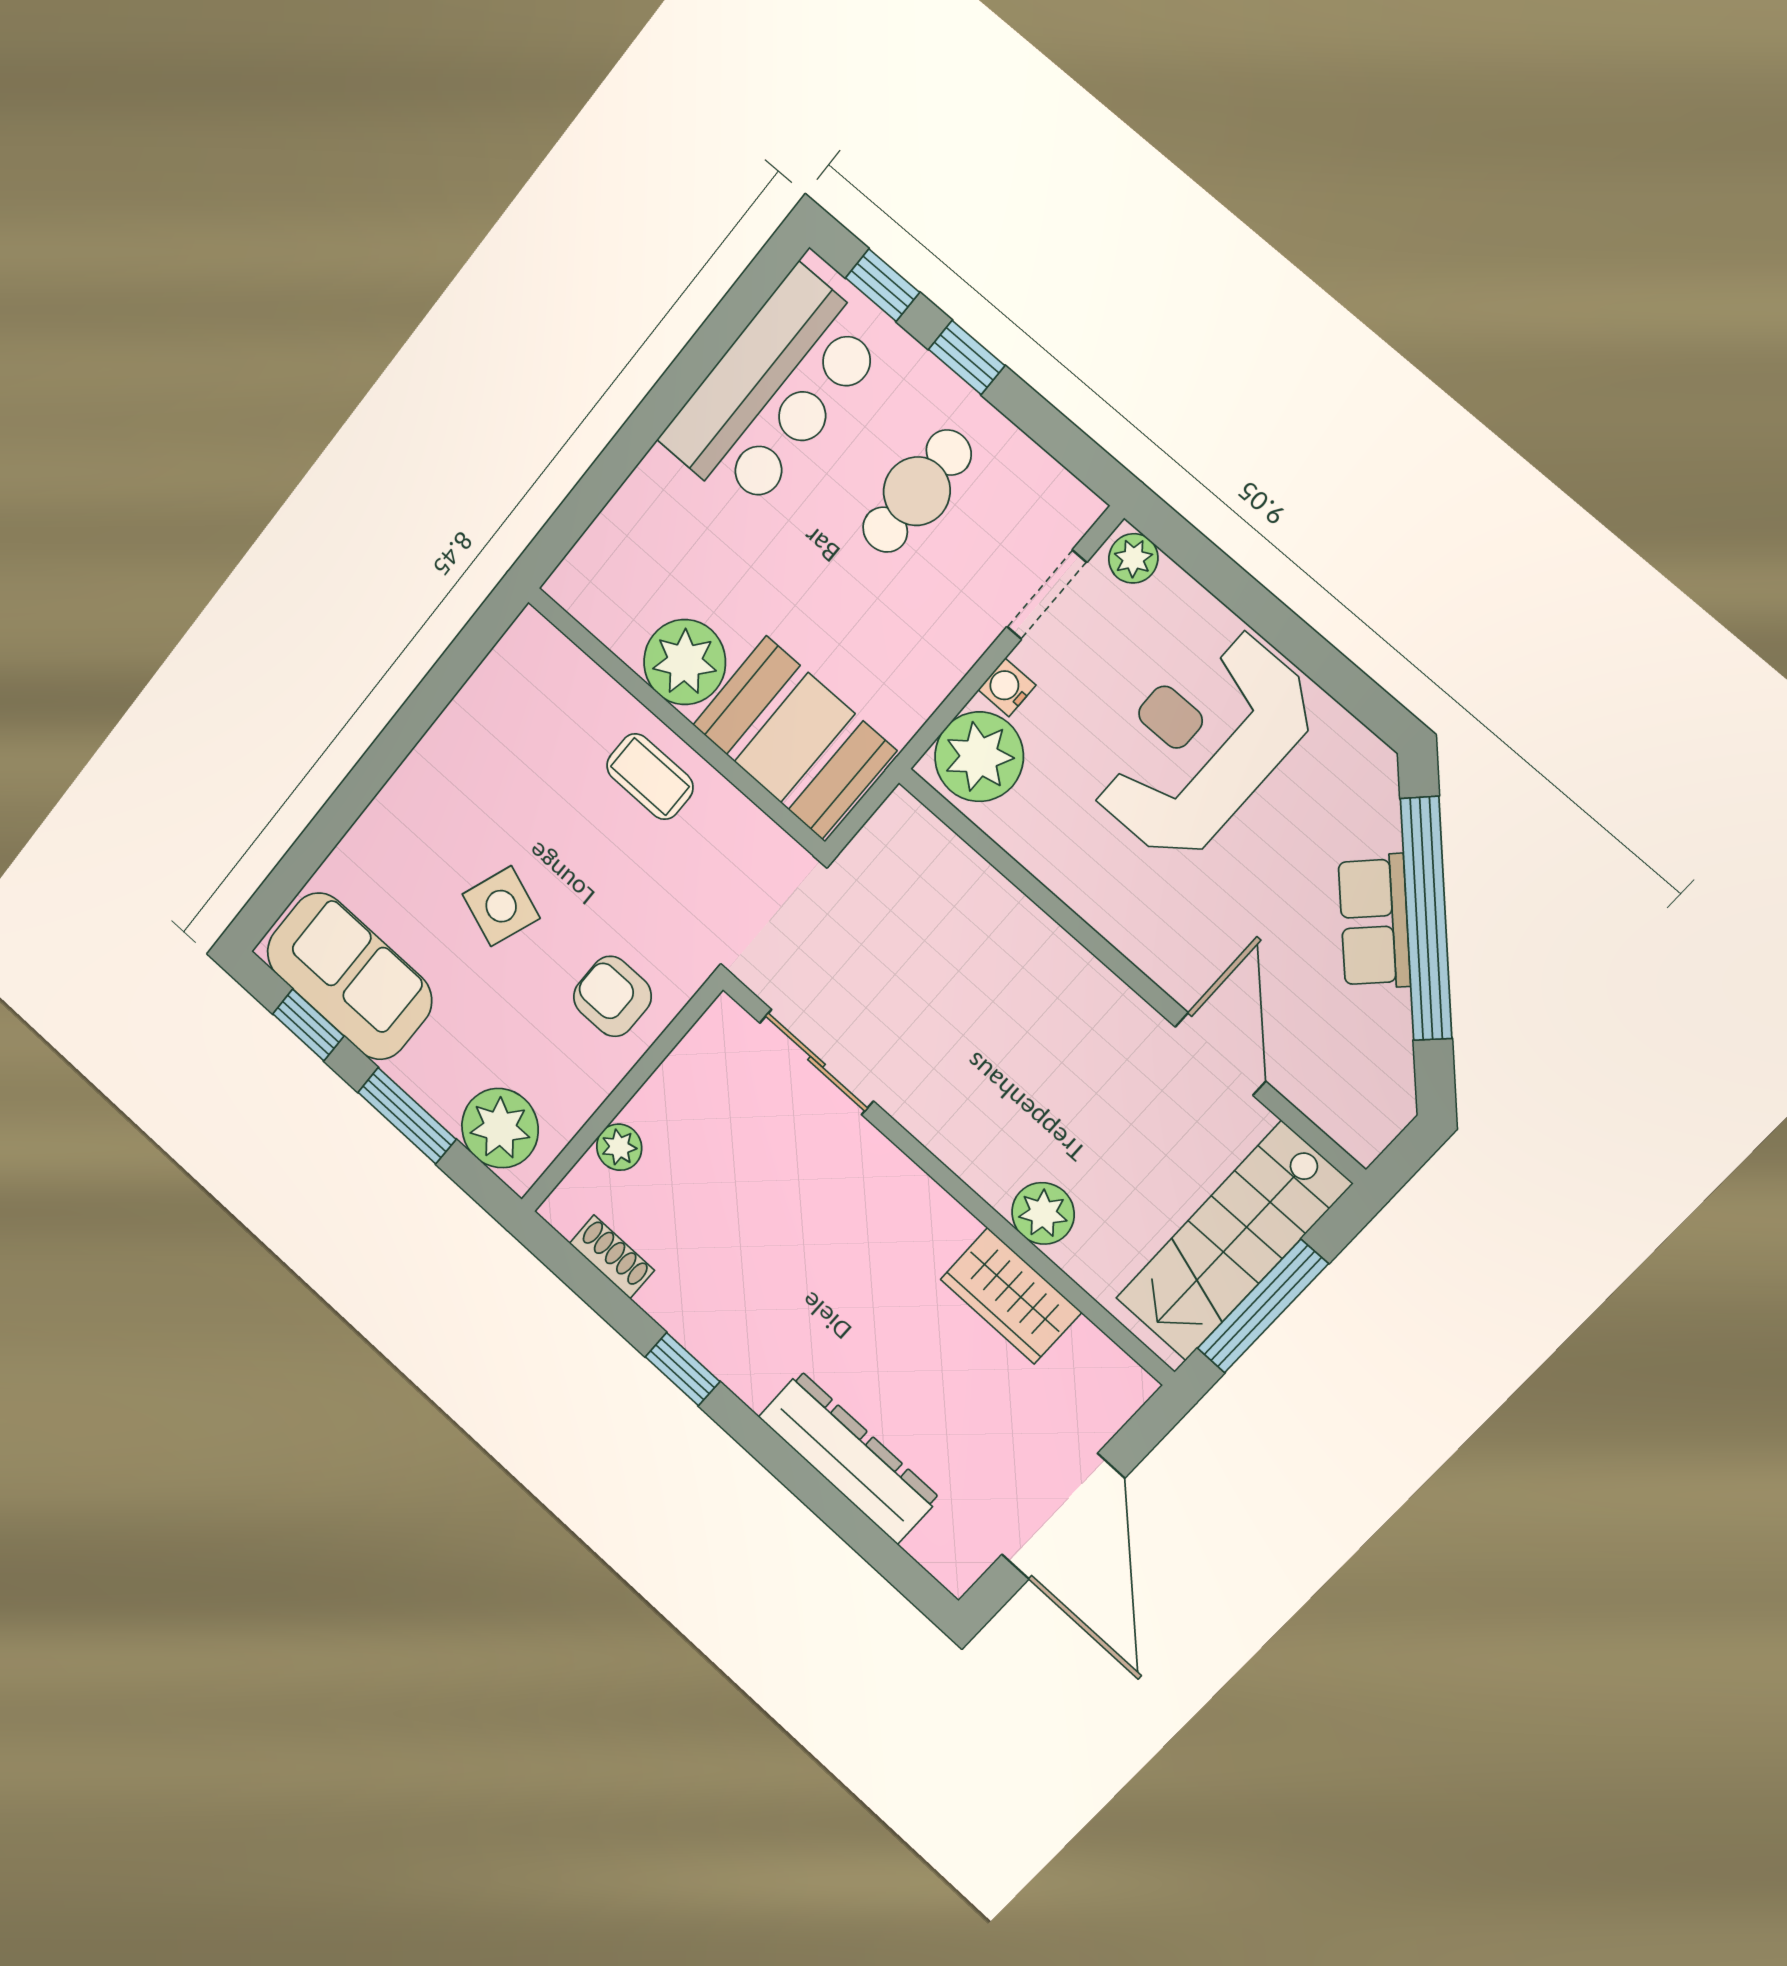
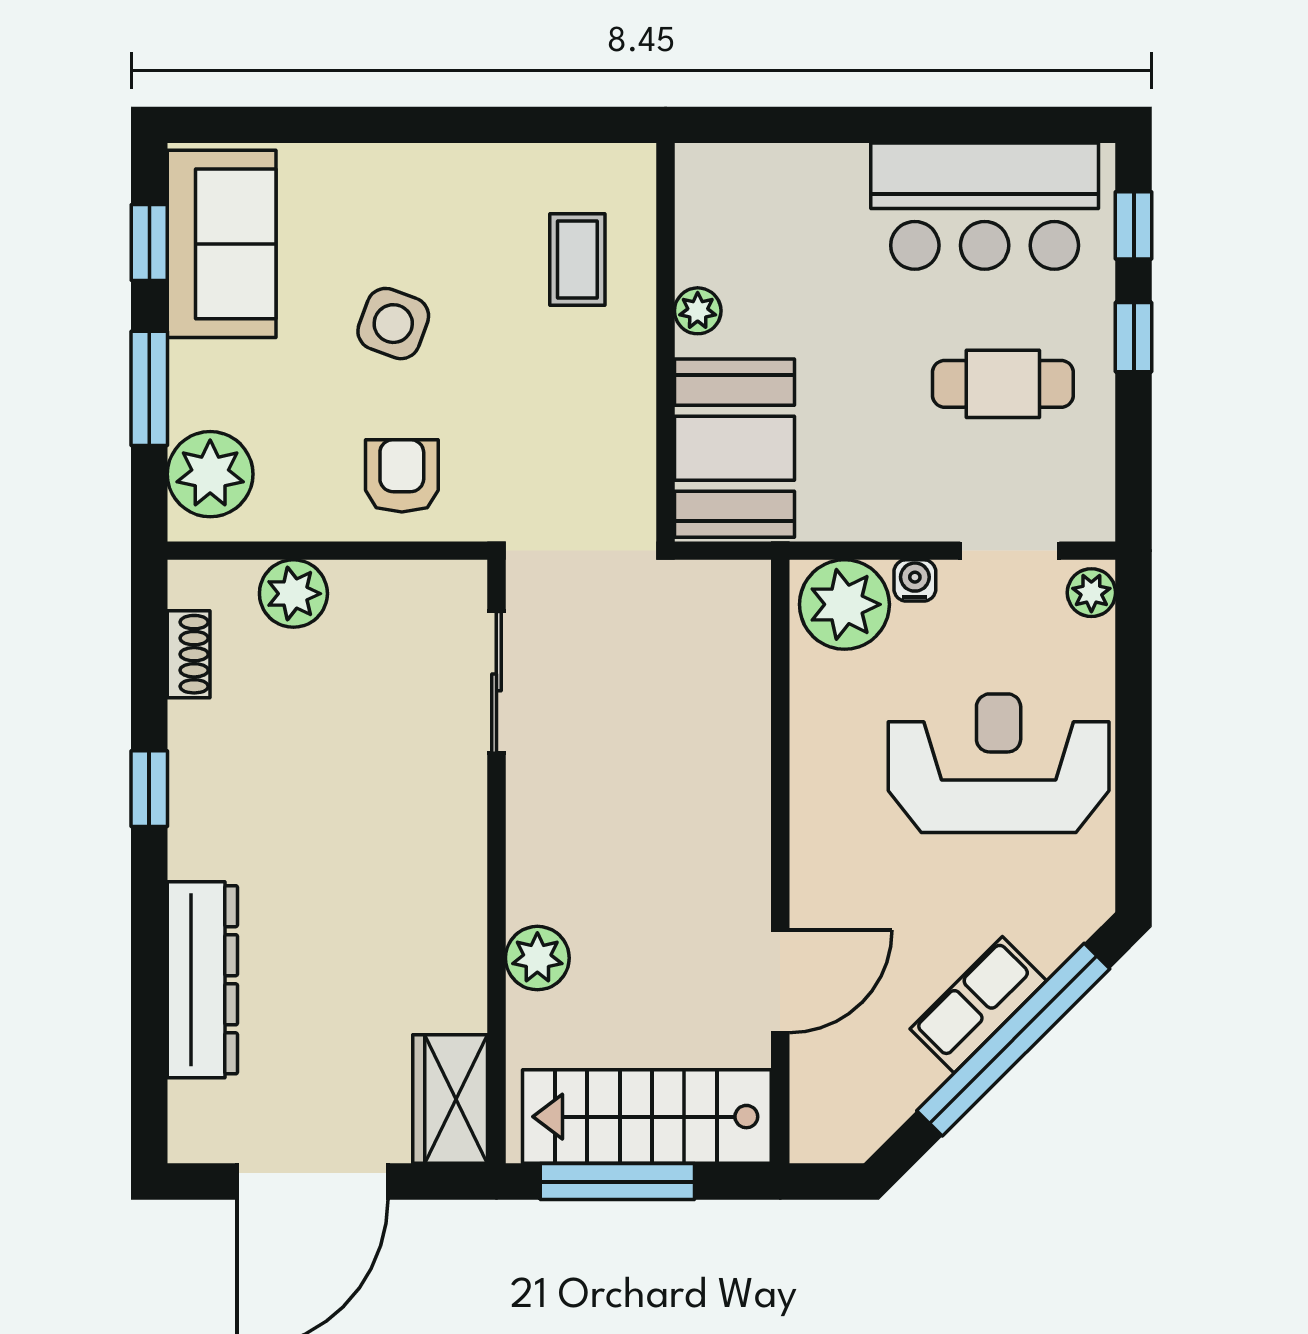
plant: (685, 662) -> (698, 311), width x0.53, depth x0.53
coffee table: (650, 777) -> (577, 259), moved
plant: (619, 1147) -> (293, 594), width x1.38, depth x1.38
wardrobe: (1011, 1296) -> (450, 1099), moved

